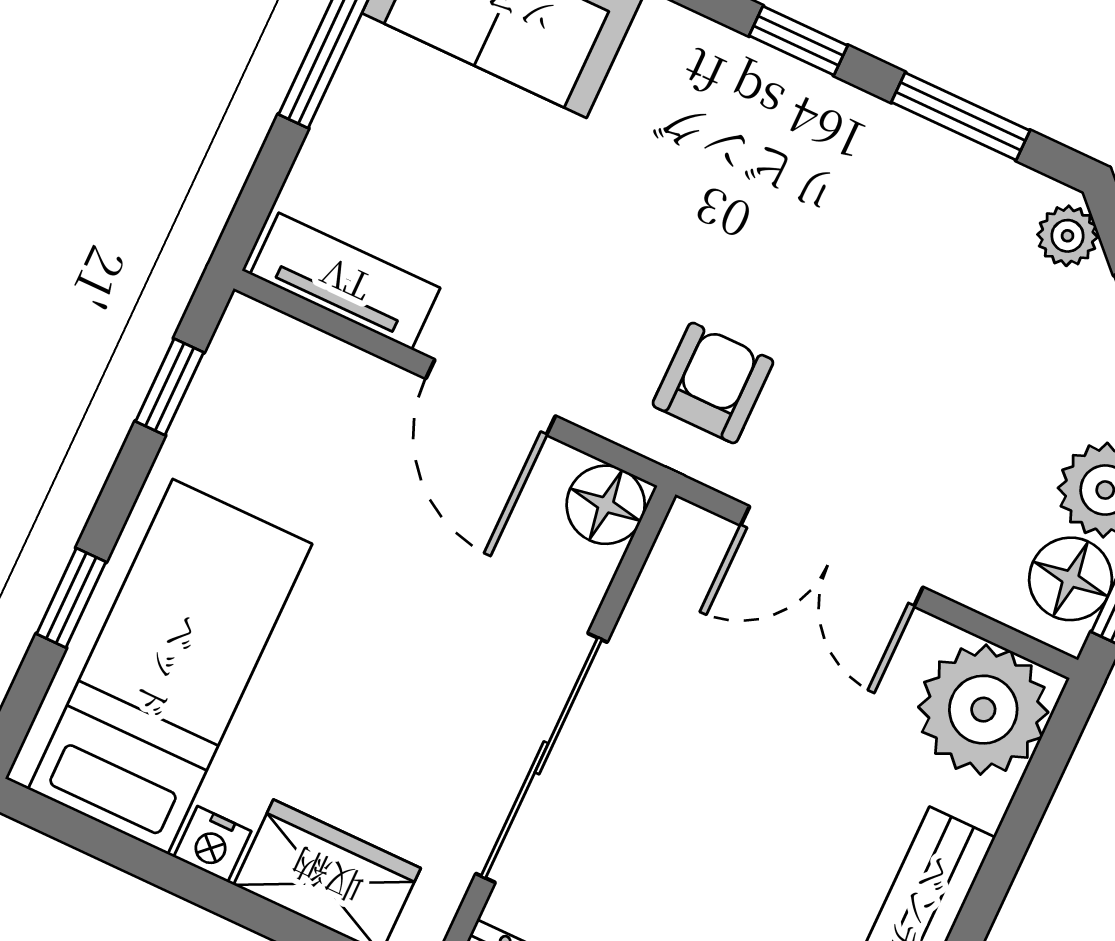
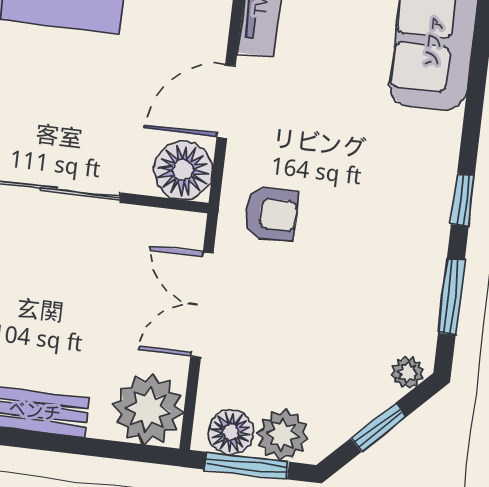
floor lamp: (606, 505) -> (183, 170), width x1.38, depth x1.38

